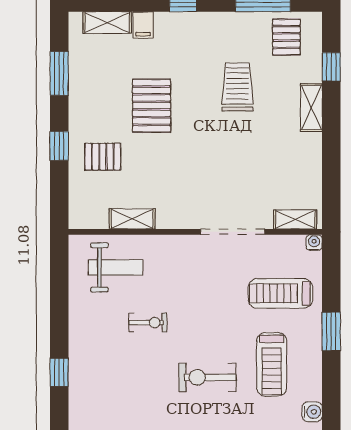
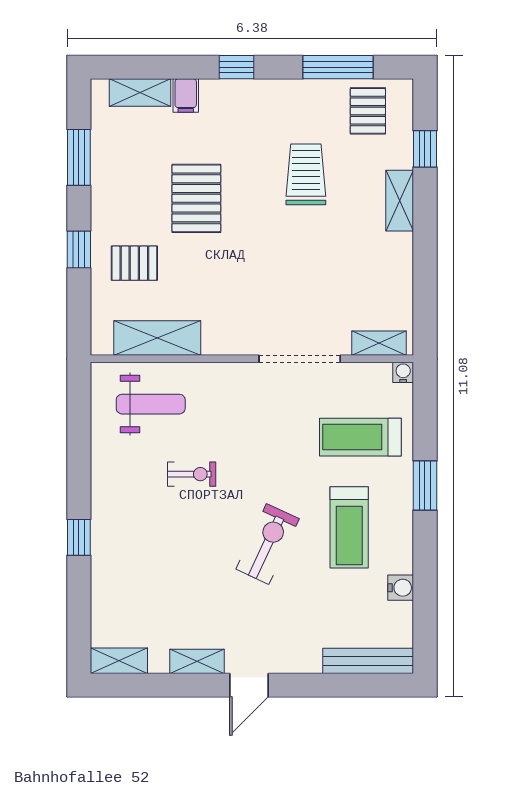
shelving: (132, 219) -> (157, 338), width x1.50, depth x1.33
exercise bike: (208, 377) -> (268, 544), turned 115

